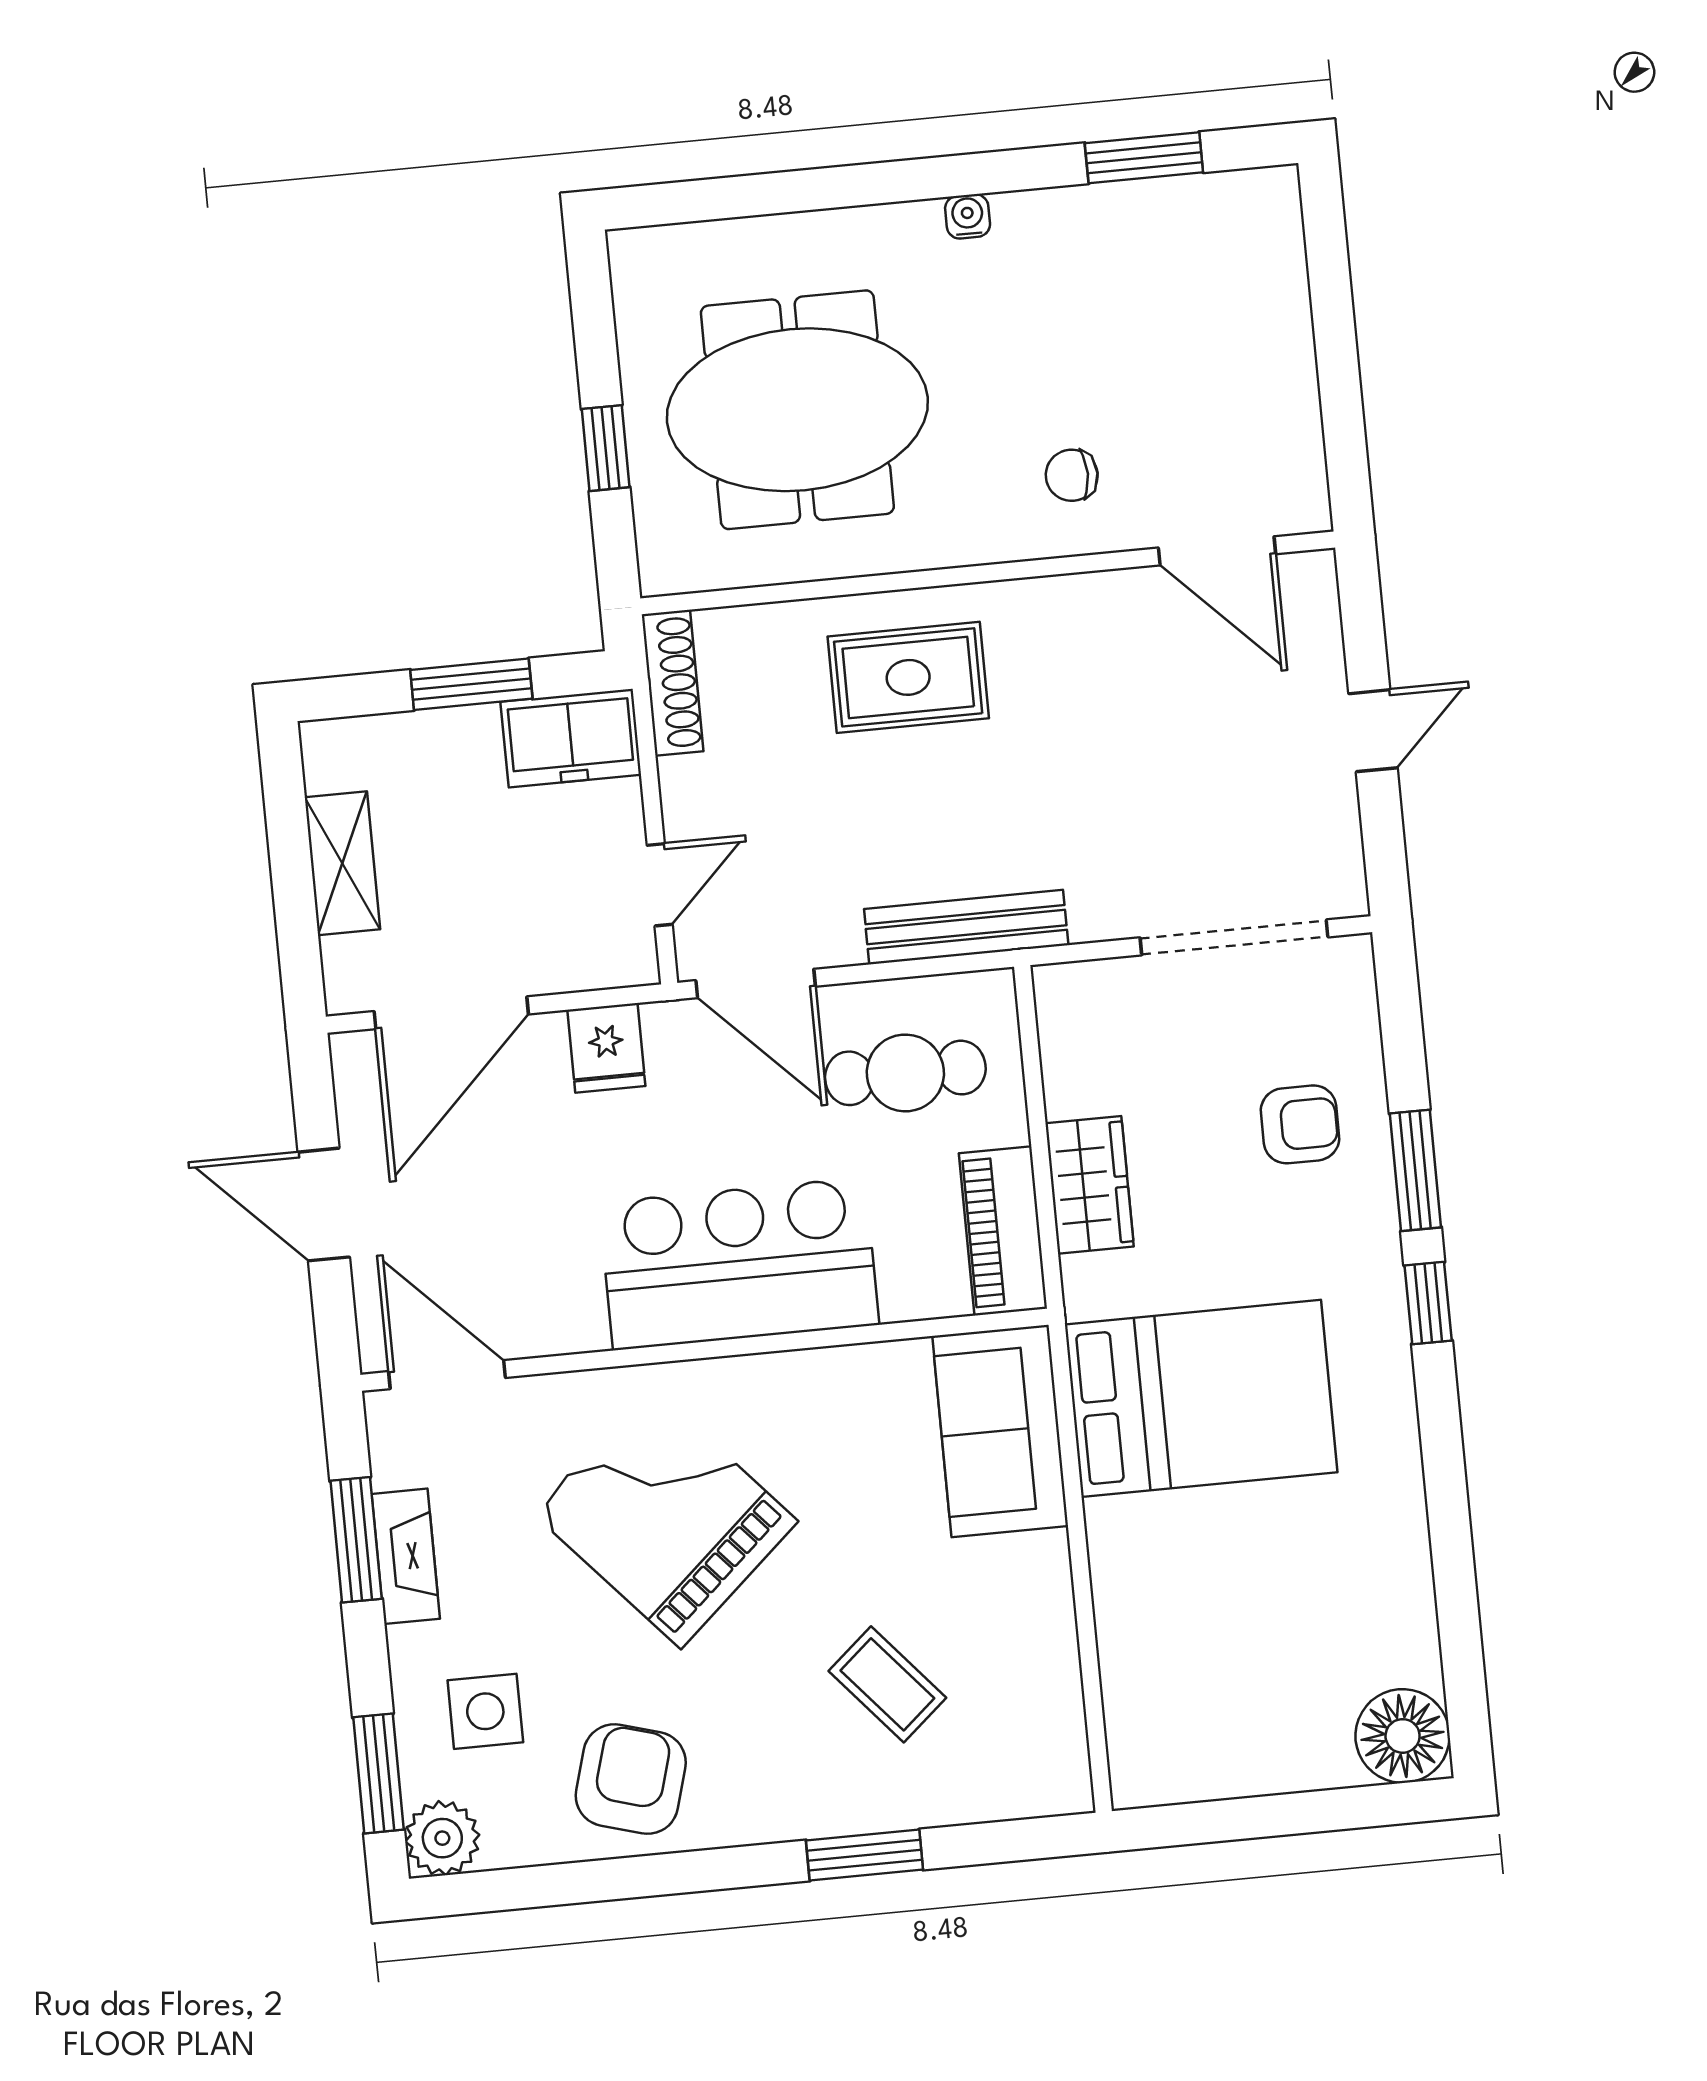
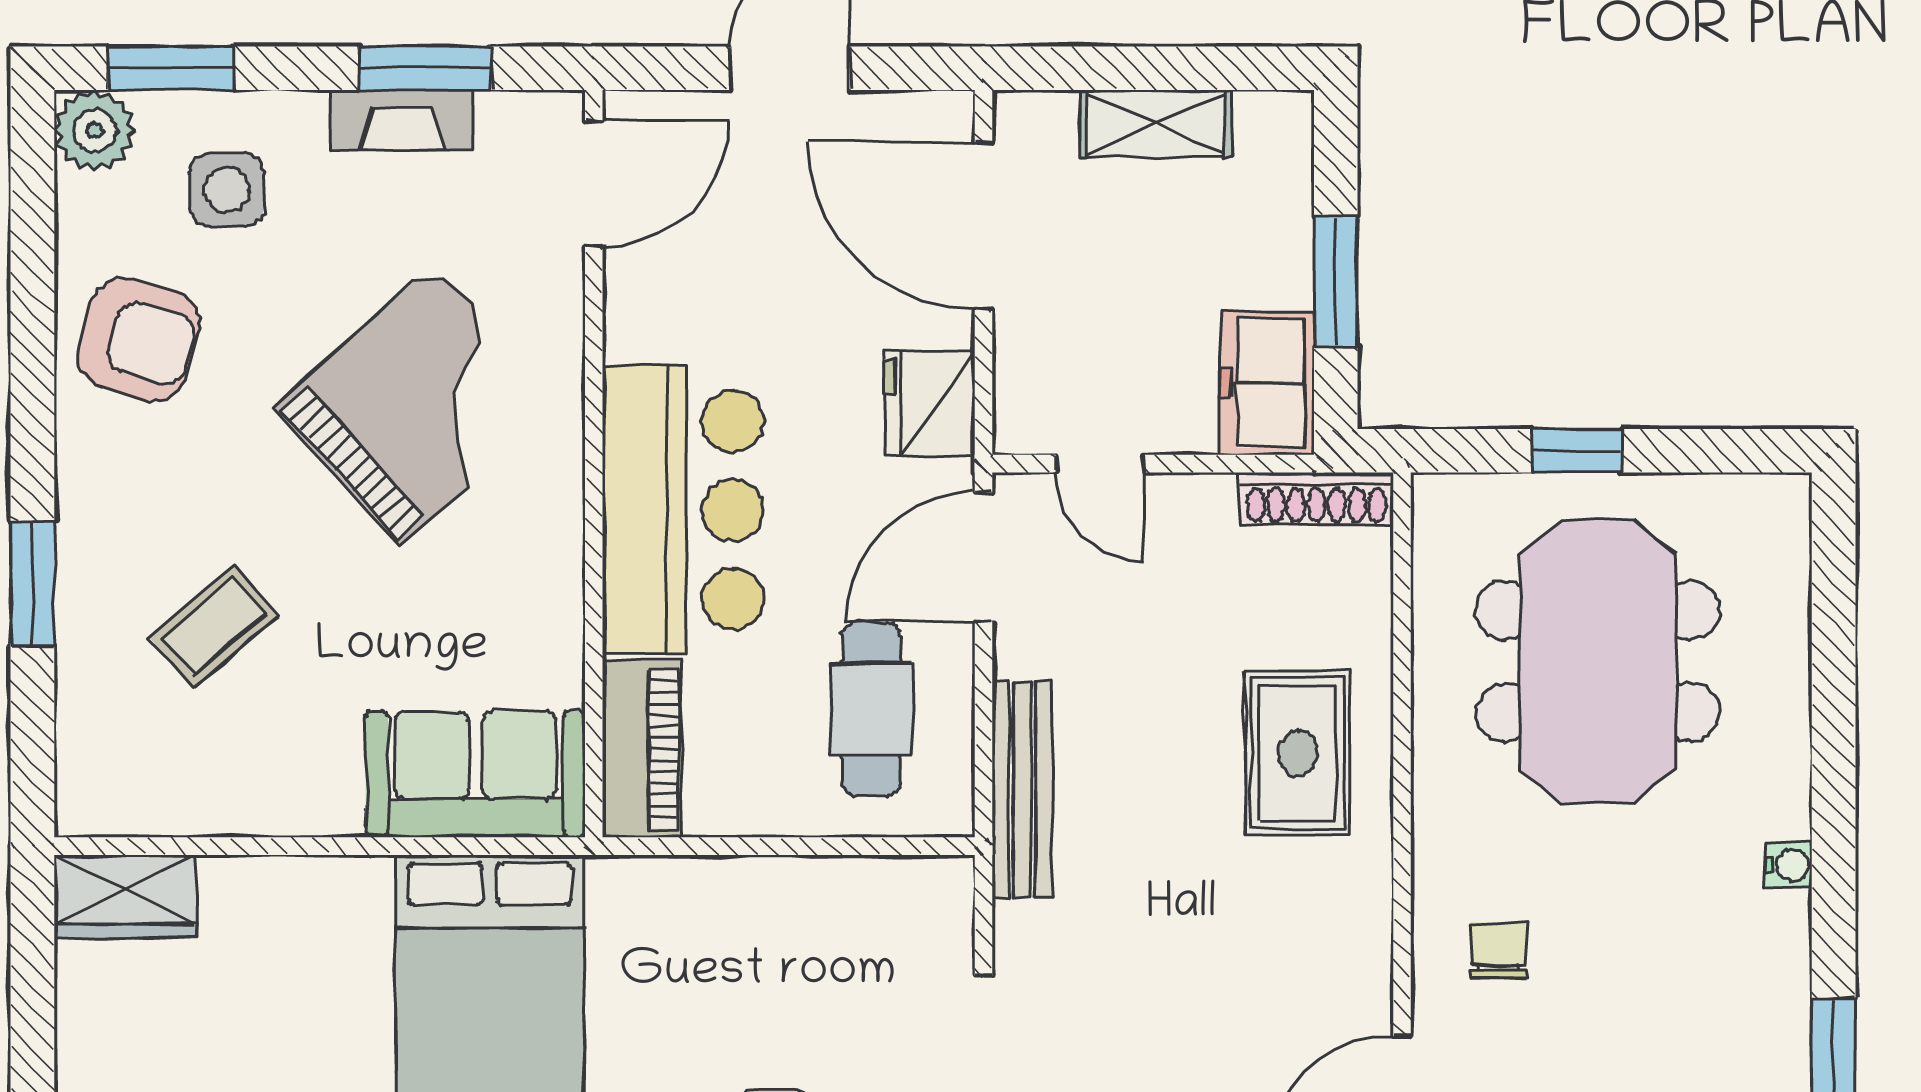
fridge: (606, 1048) -> (929, 404), width x1.38
wardrobe: (1090, 1185) -> (125, 896), moved
piano: (1003, 1231) -> (642, 749), moved, turned 90

